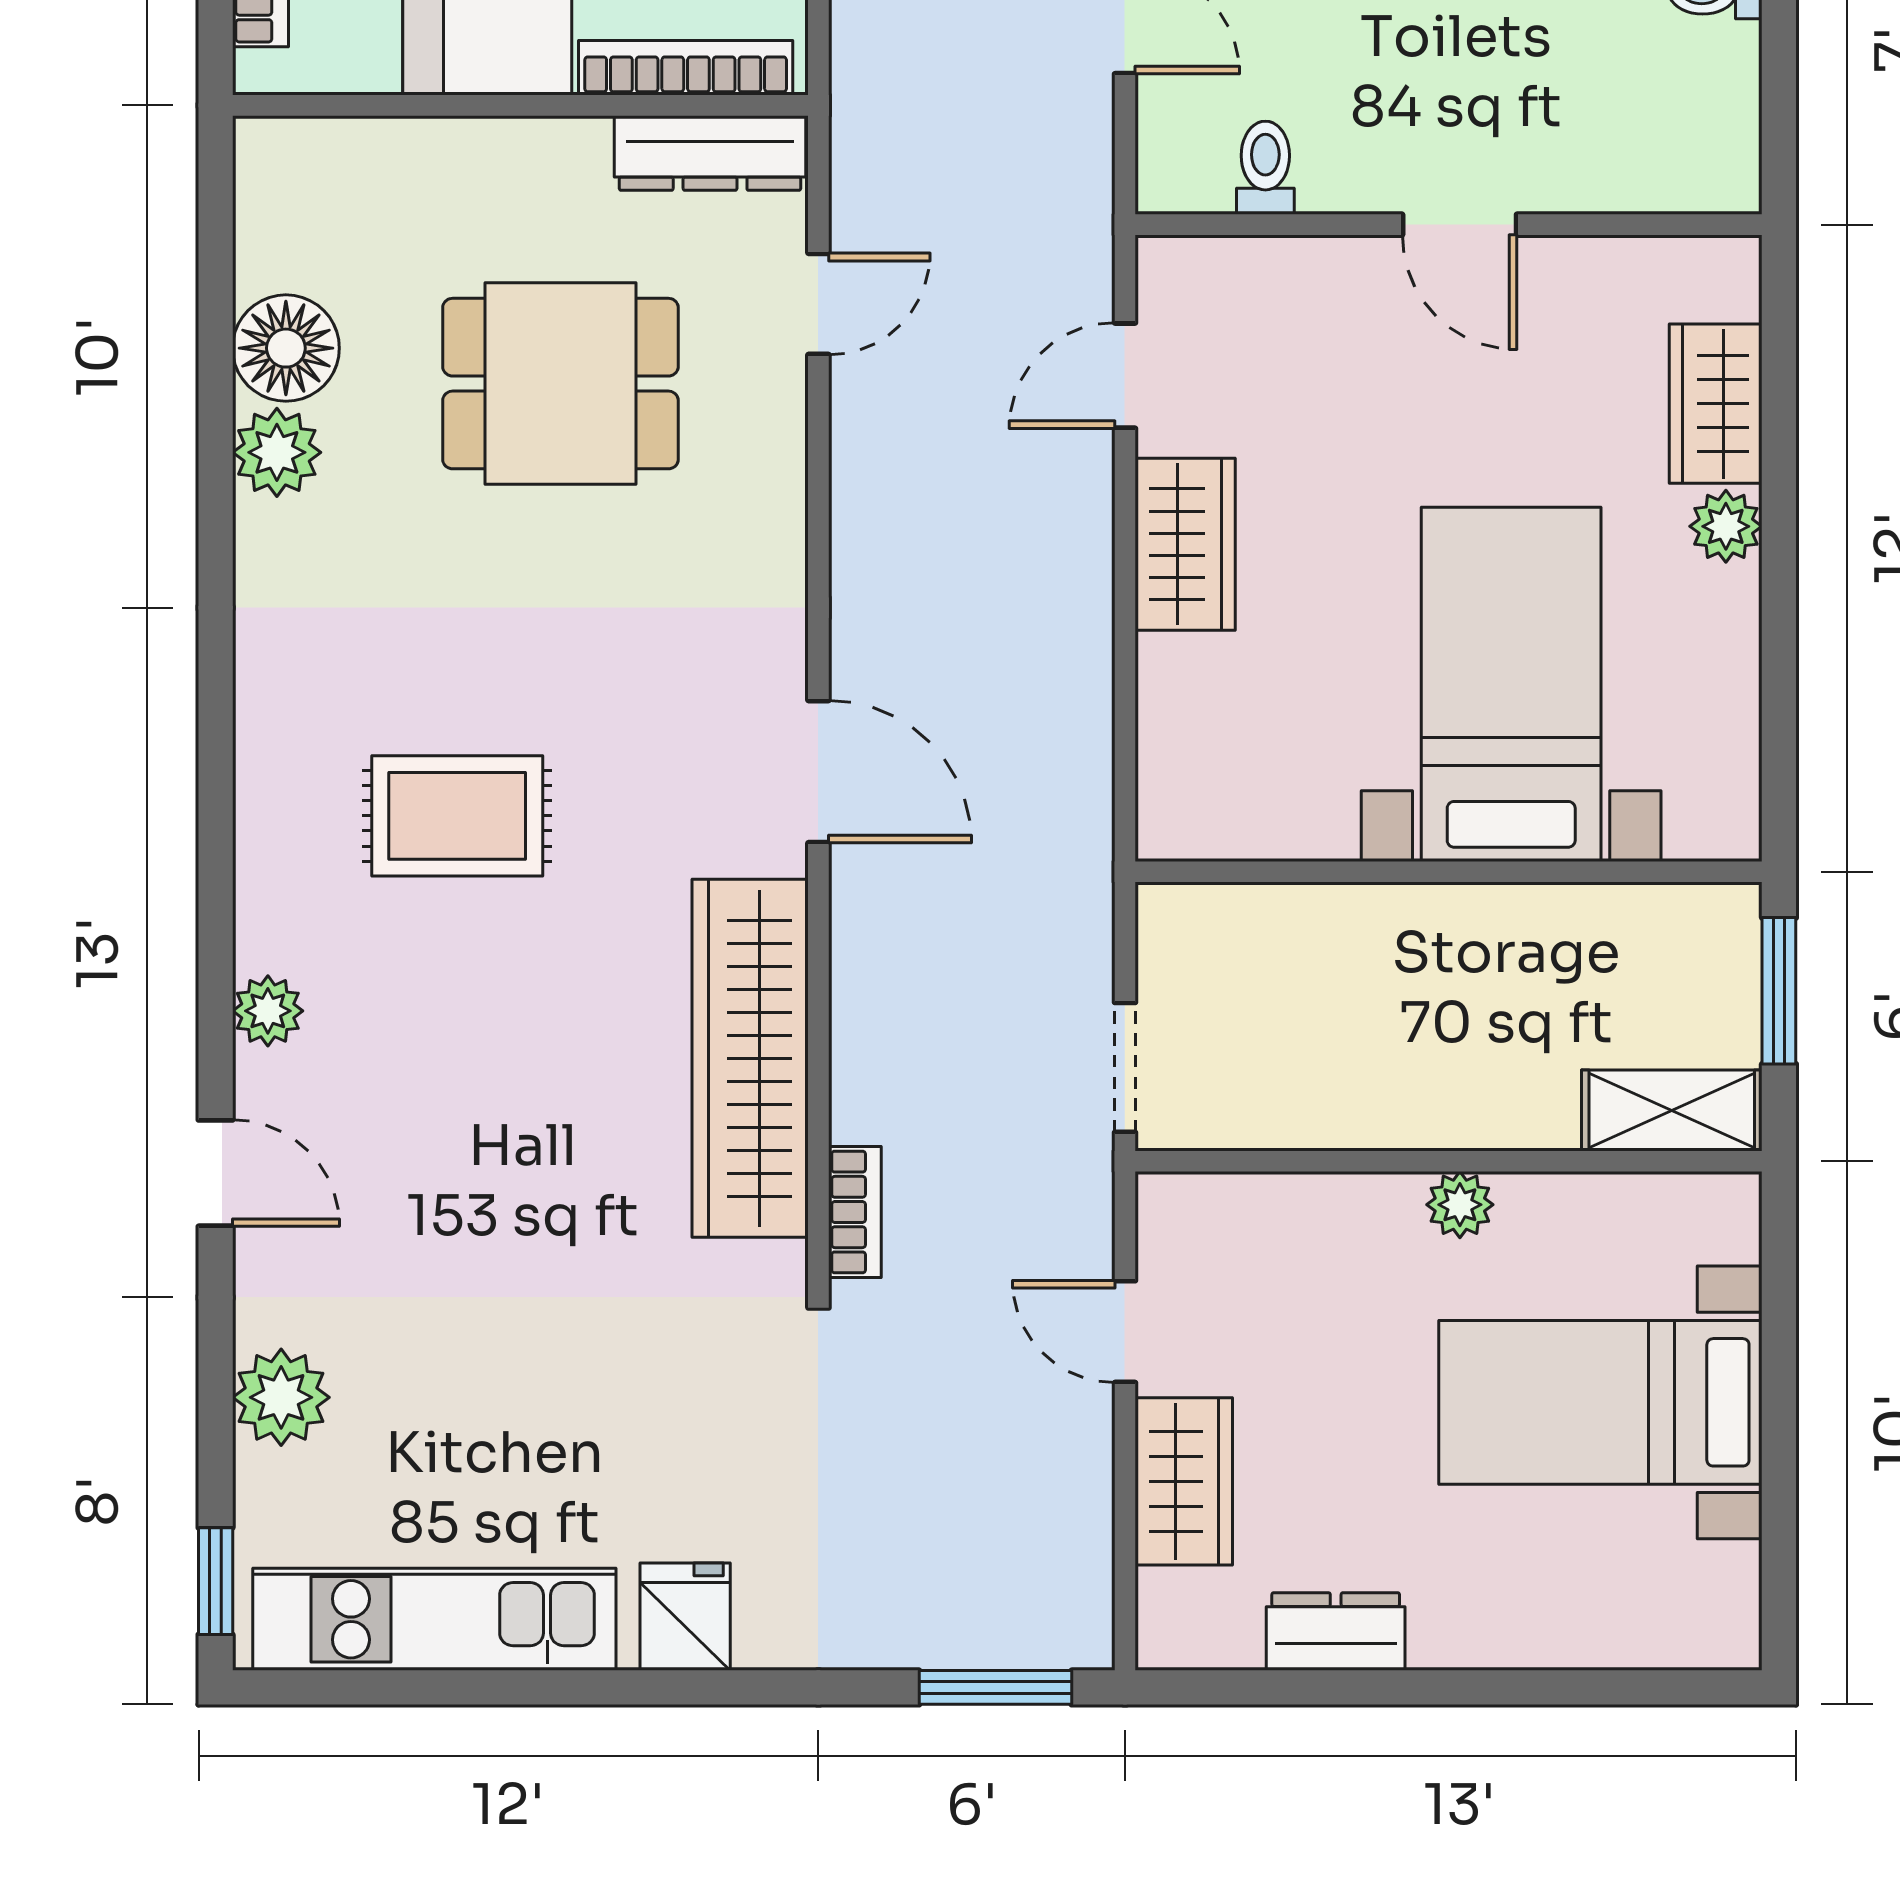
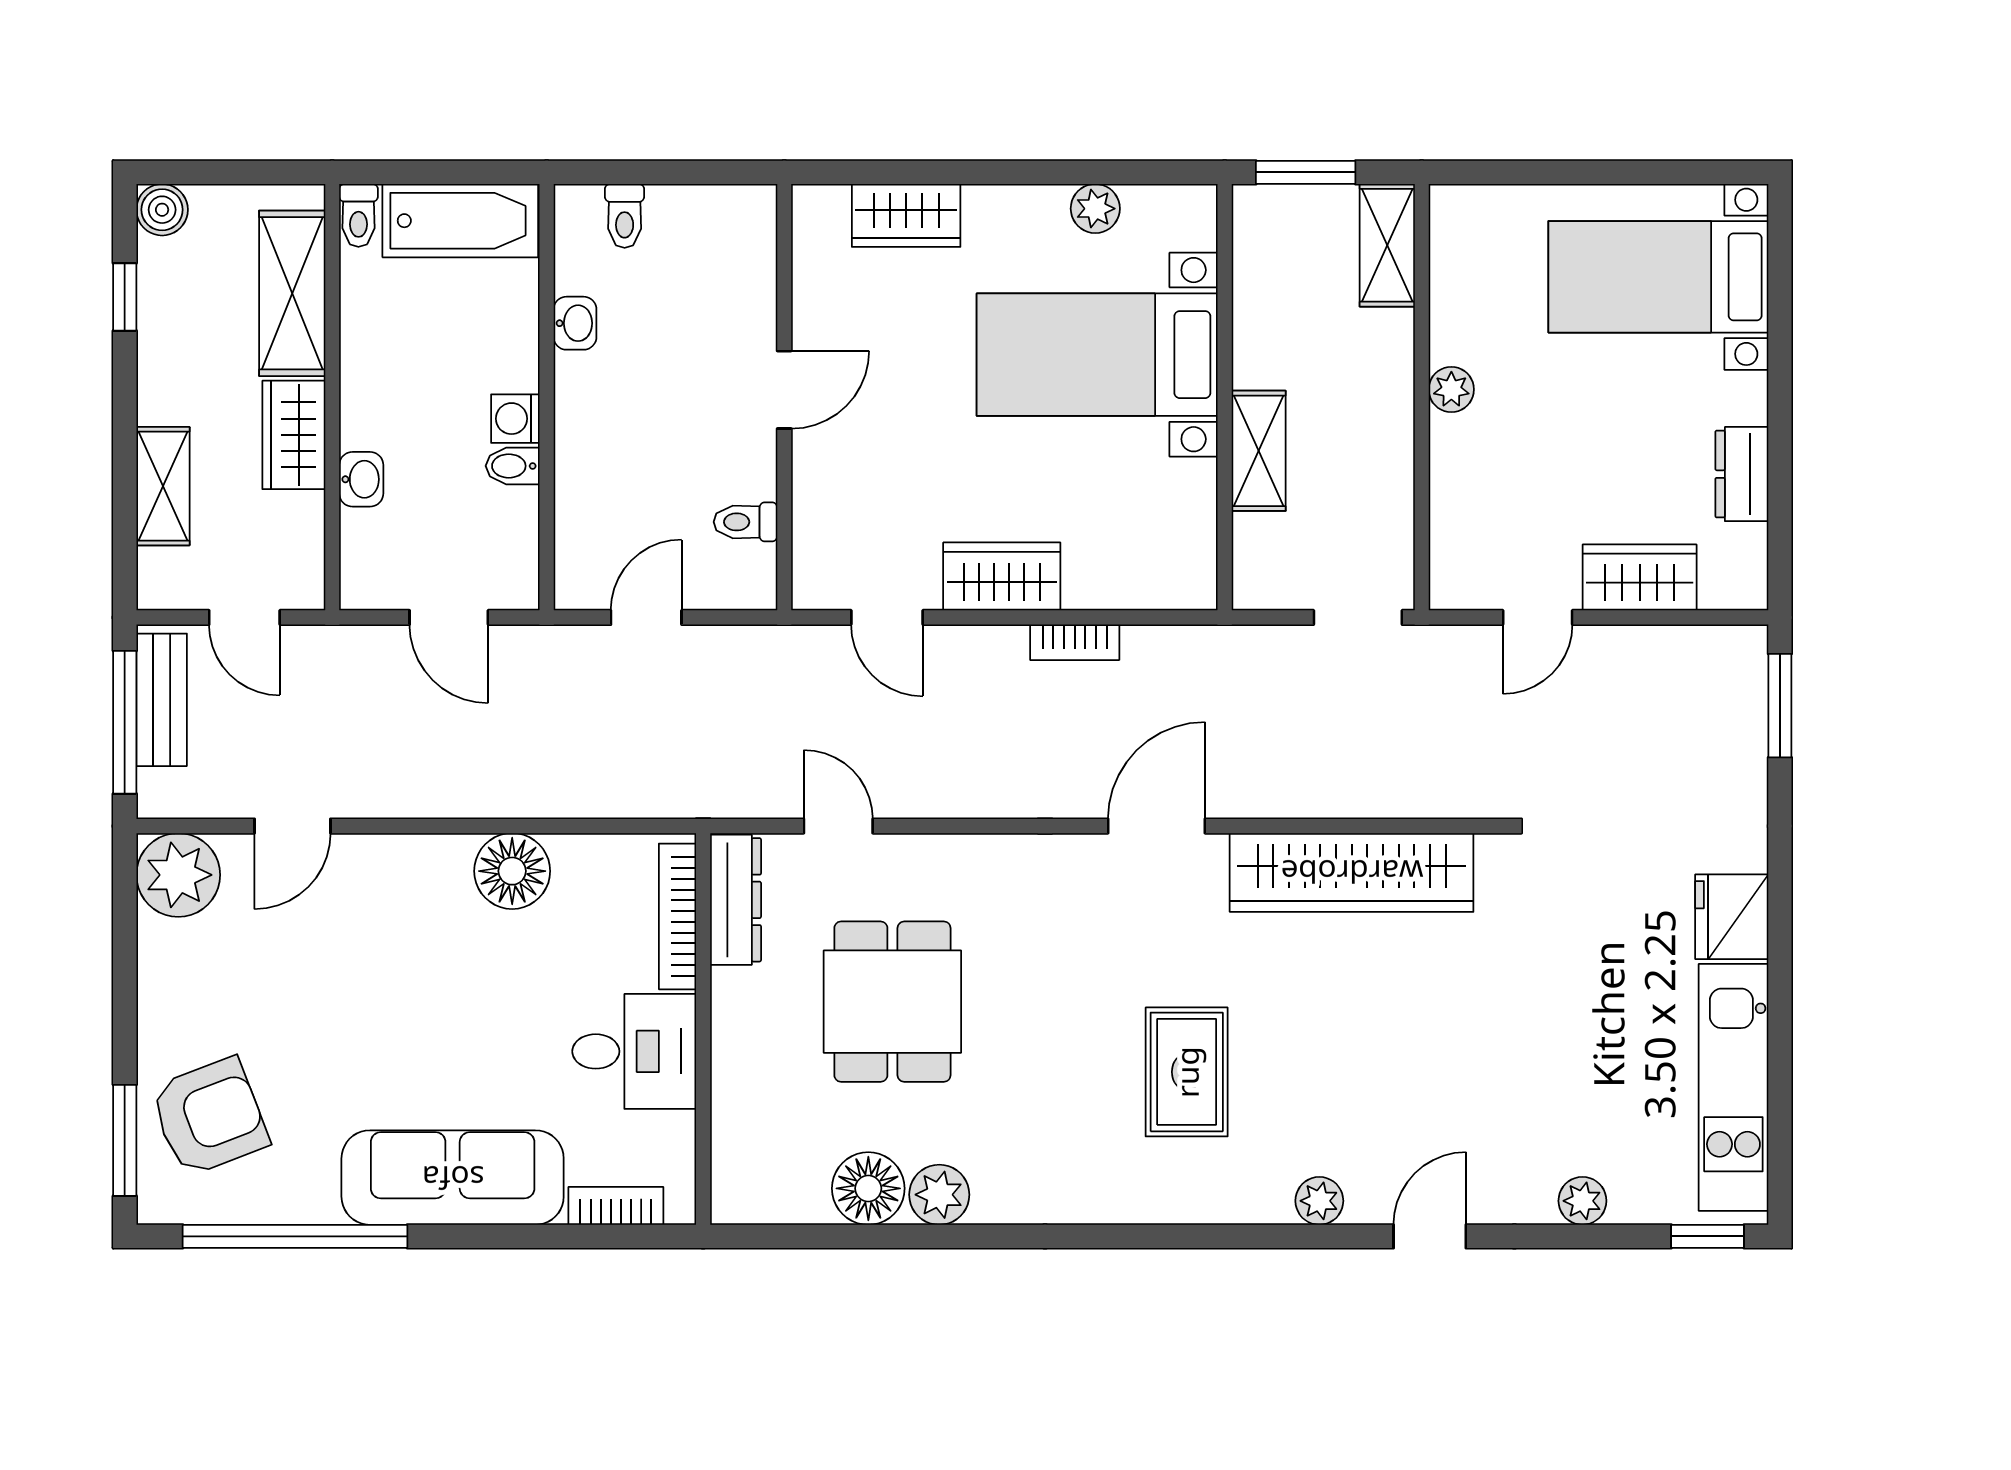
plant: (1726, 526) -> (1095, 209), moved
shelving: (1370, 922) -> (1259, 451), added
bookcase: (855, 1212) -> (1075, 642), moved, turned 180
plant: (281, 1397) -> (1582, 1201), width x0.73, depth x0.73
bed with nightstands: (1600, 1402) -> (1658, 277), moved, turned 90
fridge: (685, 1617) -> (1732, 917), width x1.38

